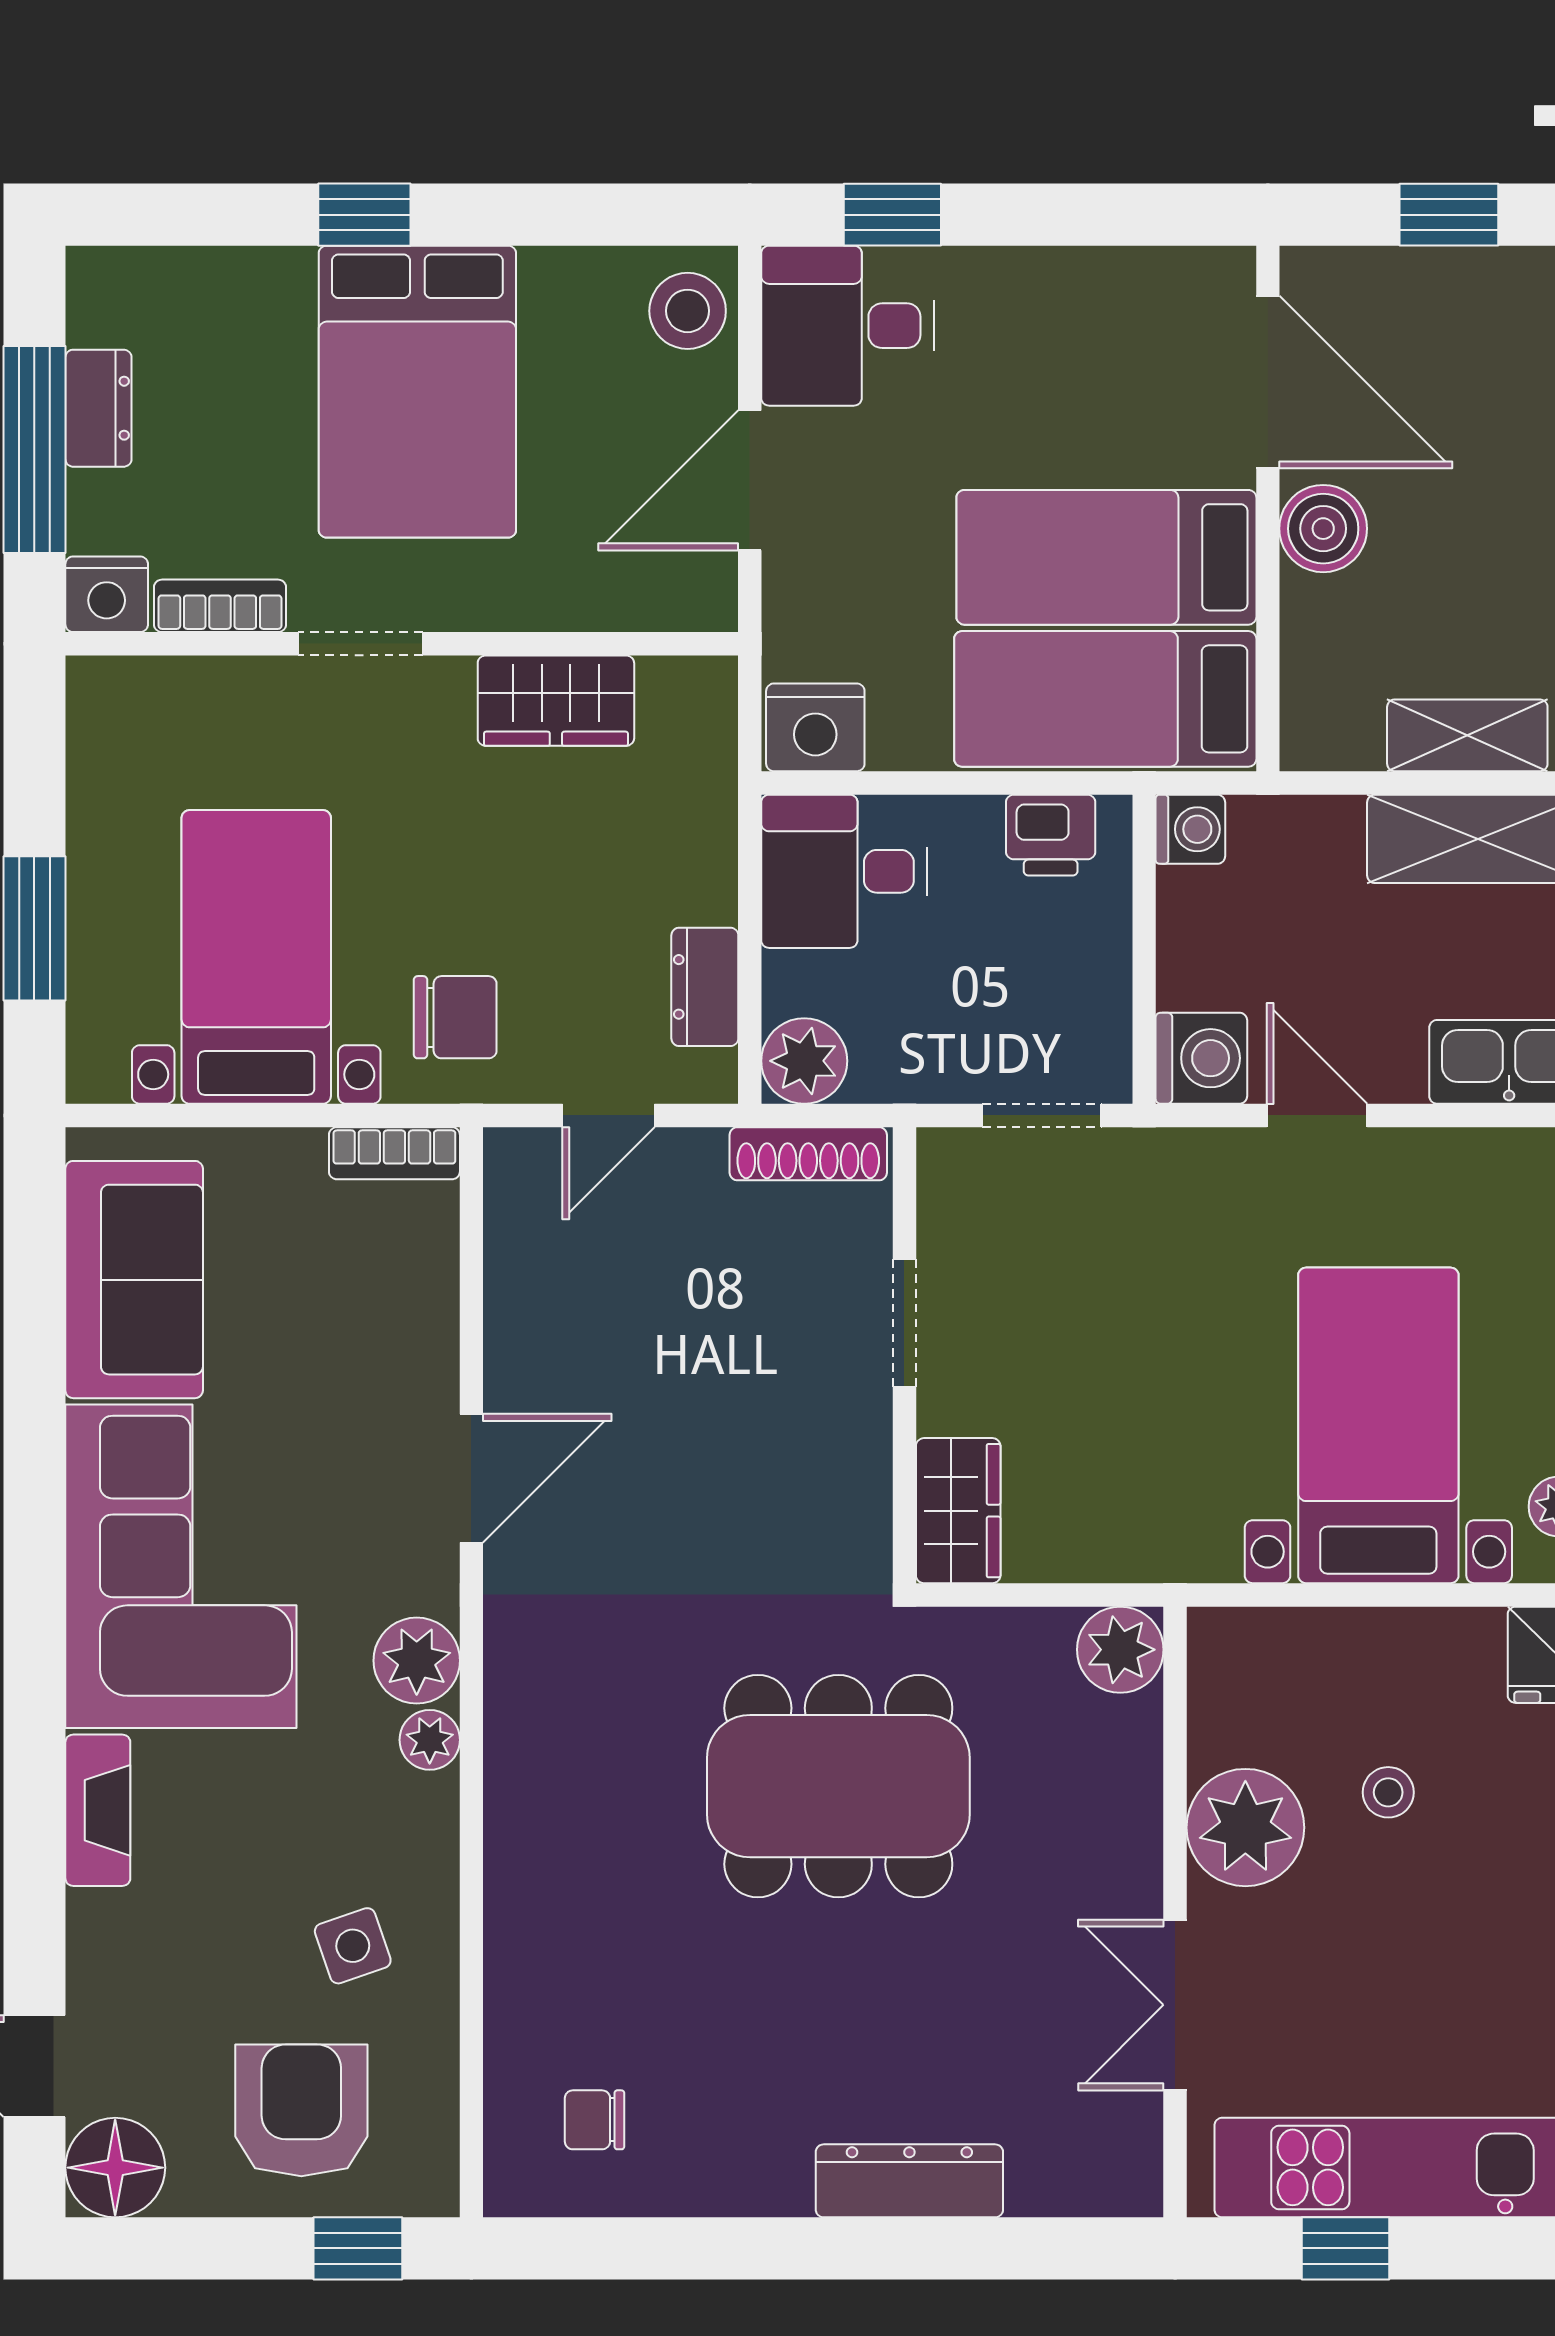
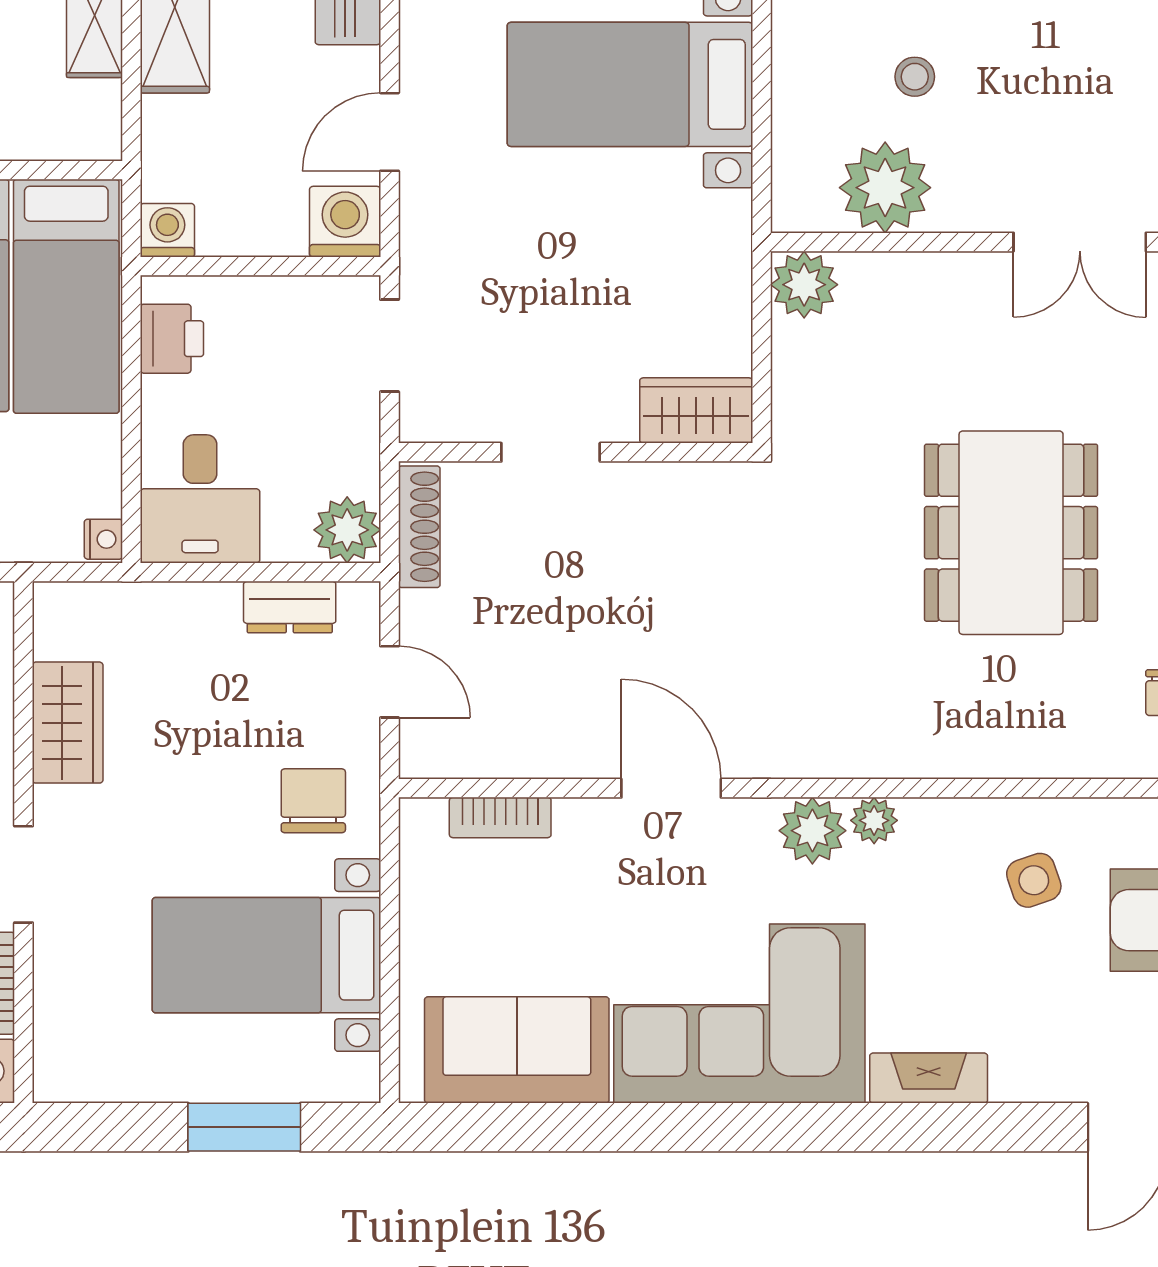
nightstand: (815, 727) -> (103, 539), width x0.53, depth x0.56
bookcase: (394, 1153) -> (500, 817), moved, turned 90
dining table: (838, 1786) -> (1011, 533), moved
plant: (1245, 1828) -> (885, 188), moved

